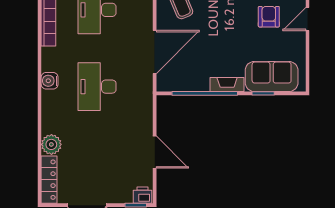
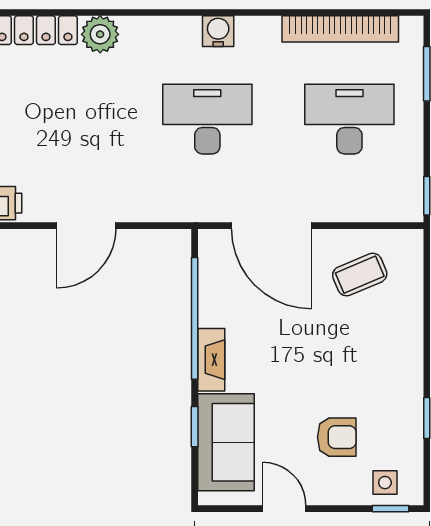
door: (307, 19) -> (284, 509), moved

